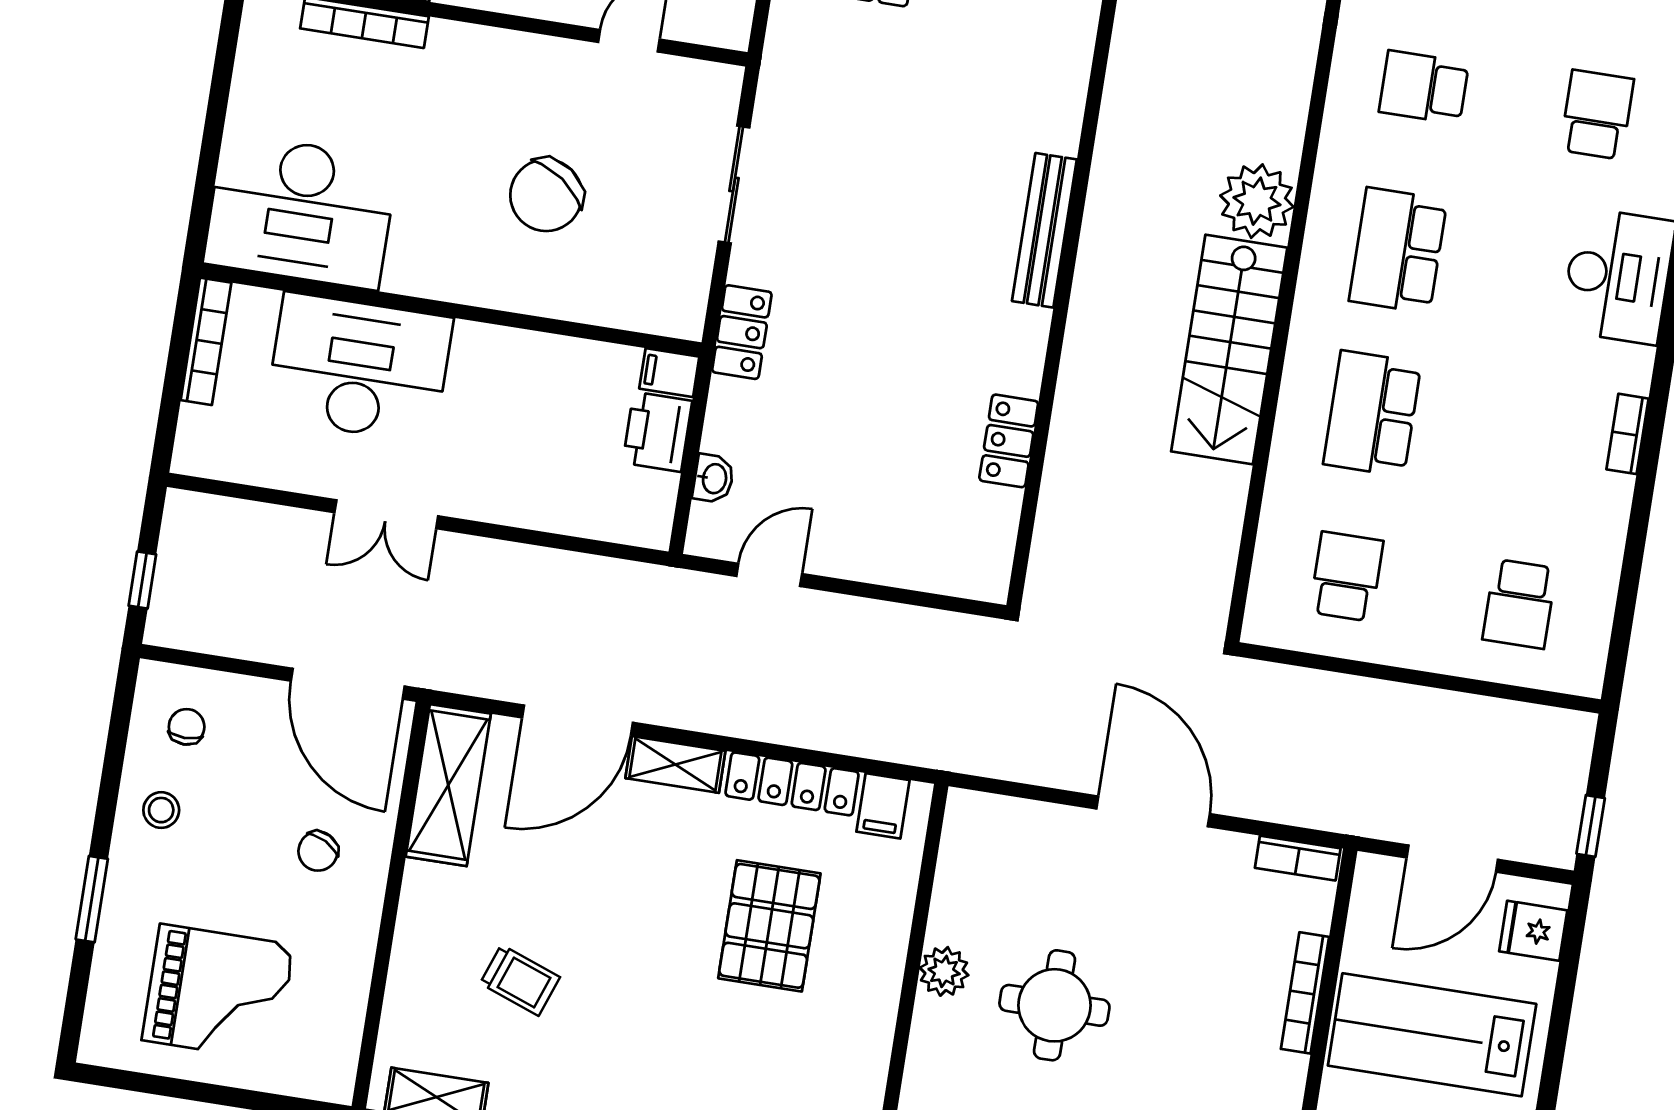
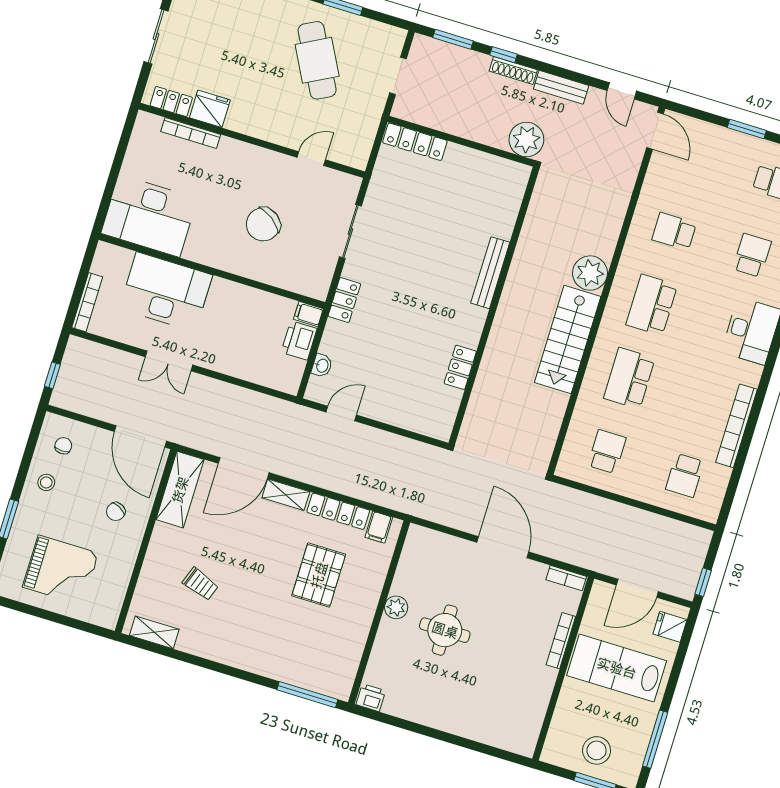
bookcase: (206, 341) -> (87, 302), moved
bookcase: (1627, 434) -> (736, 426), width x2.31, depth x1.31

